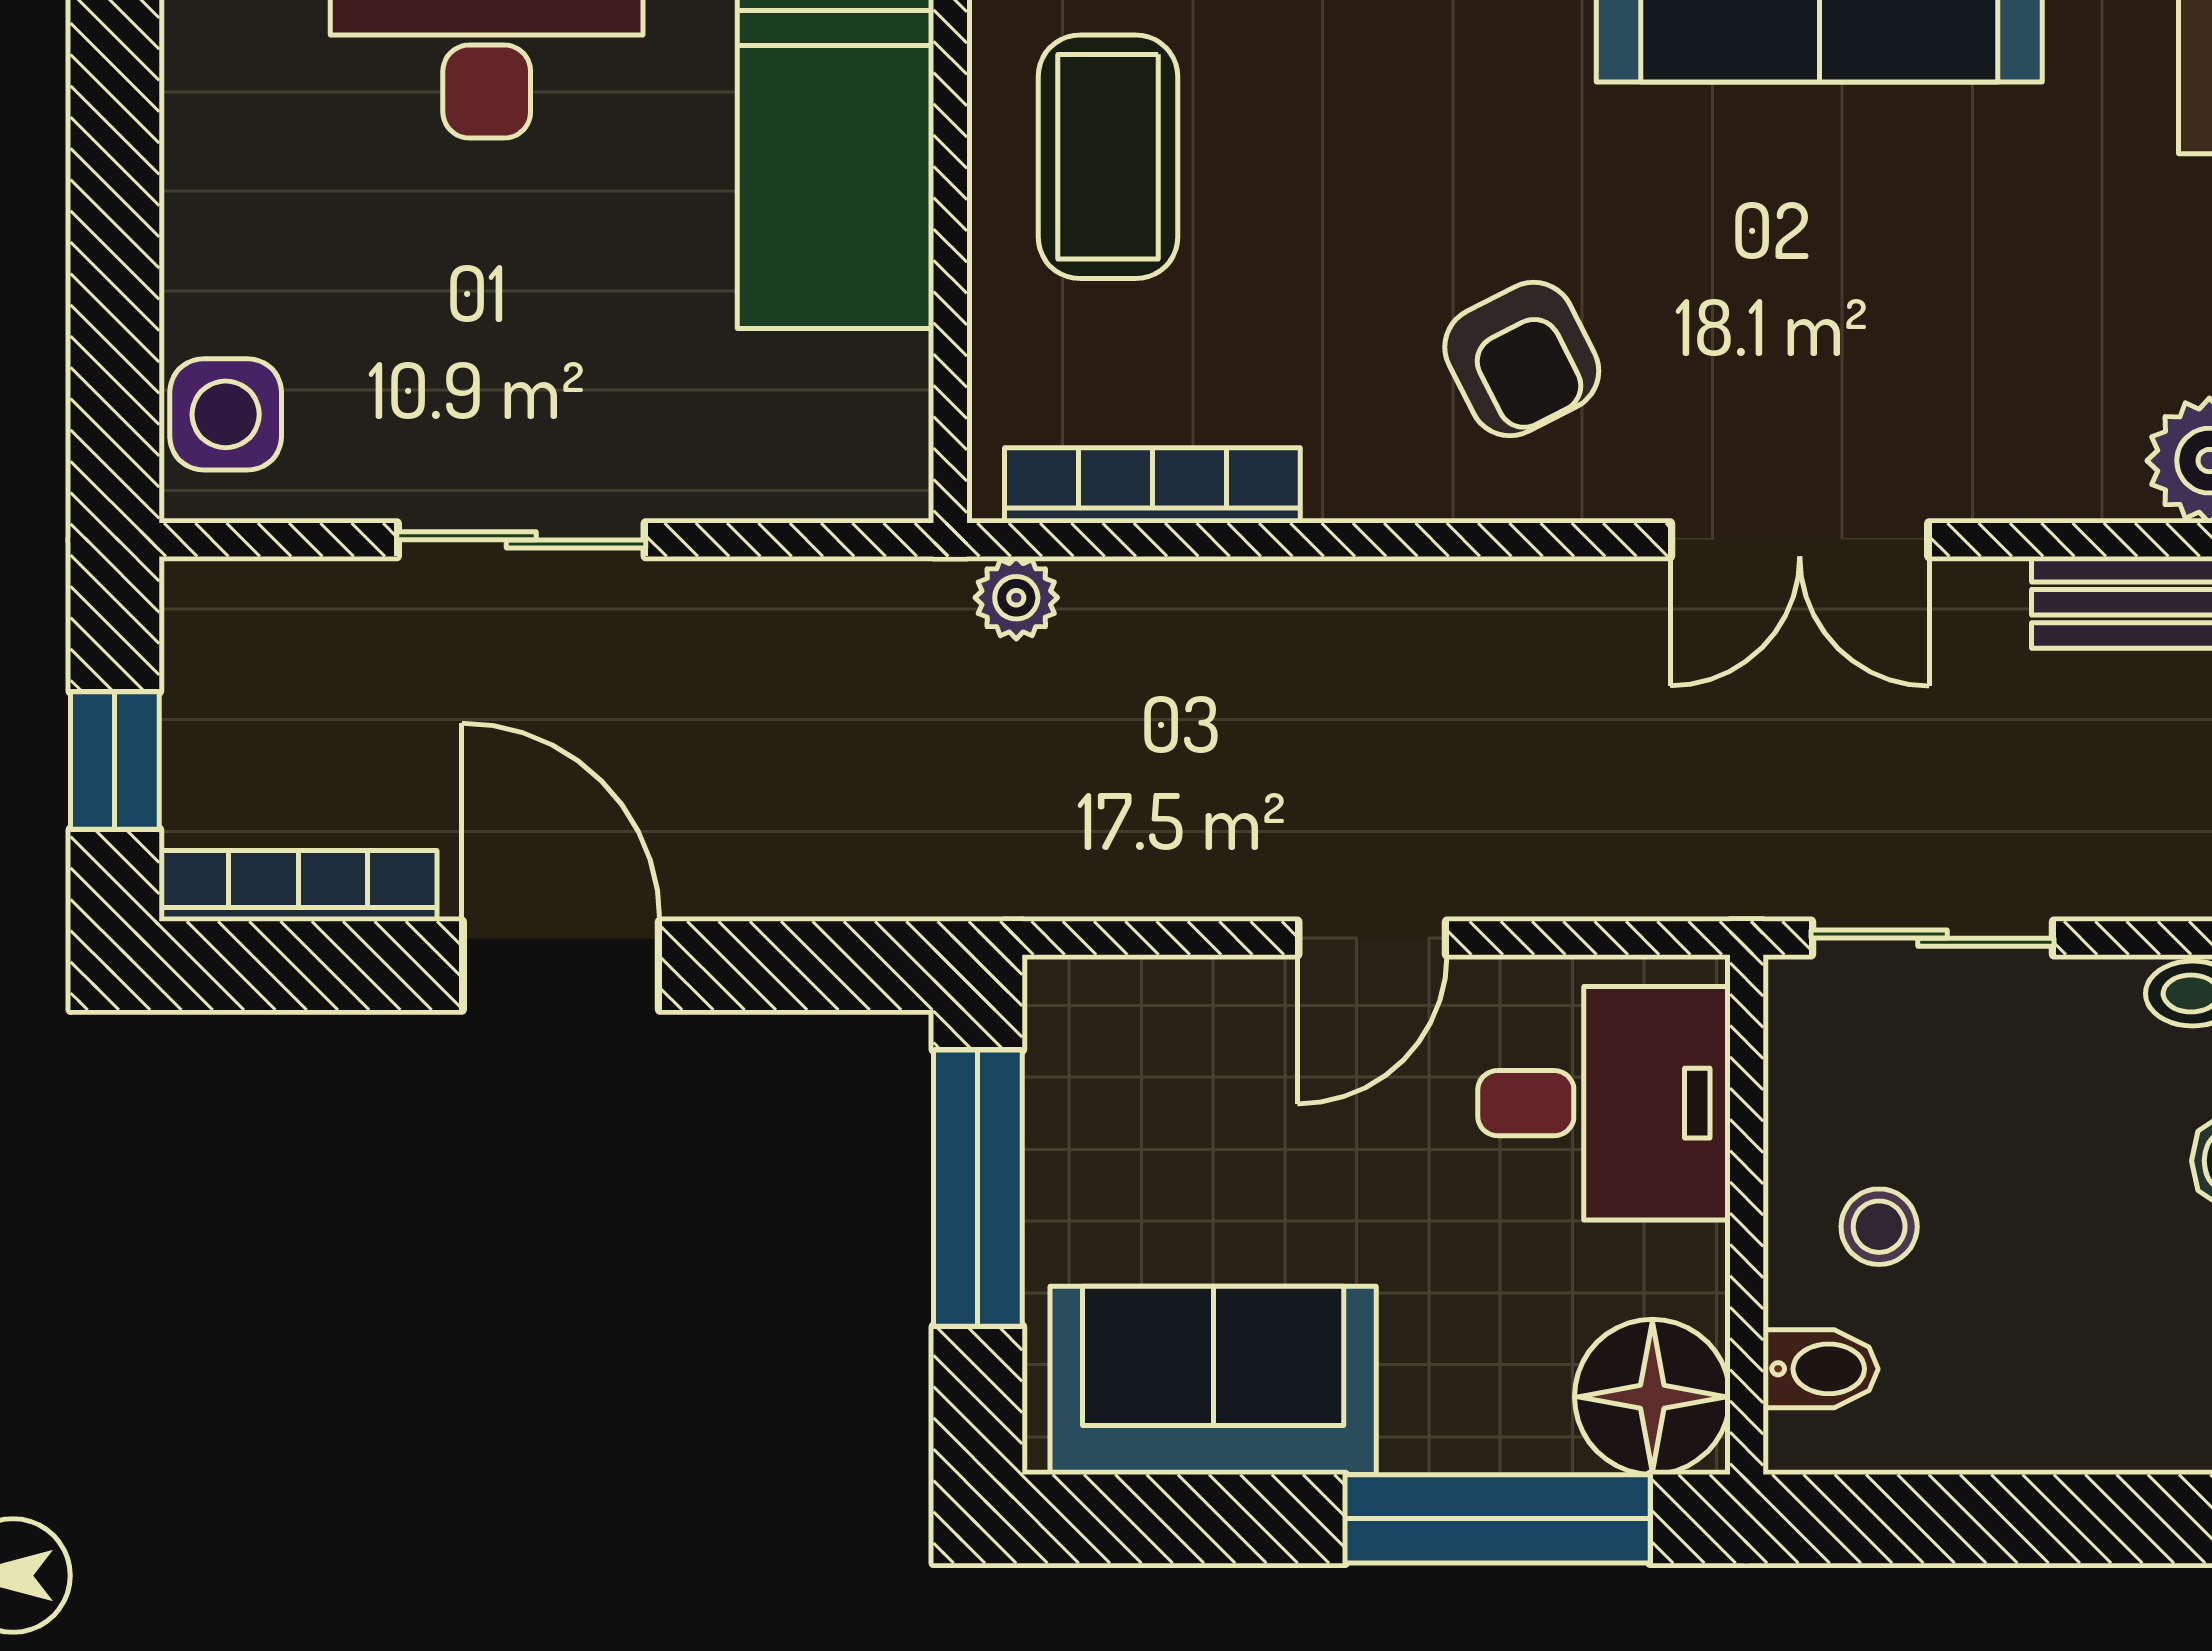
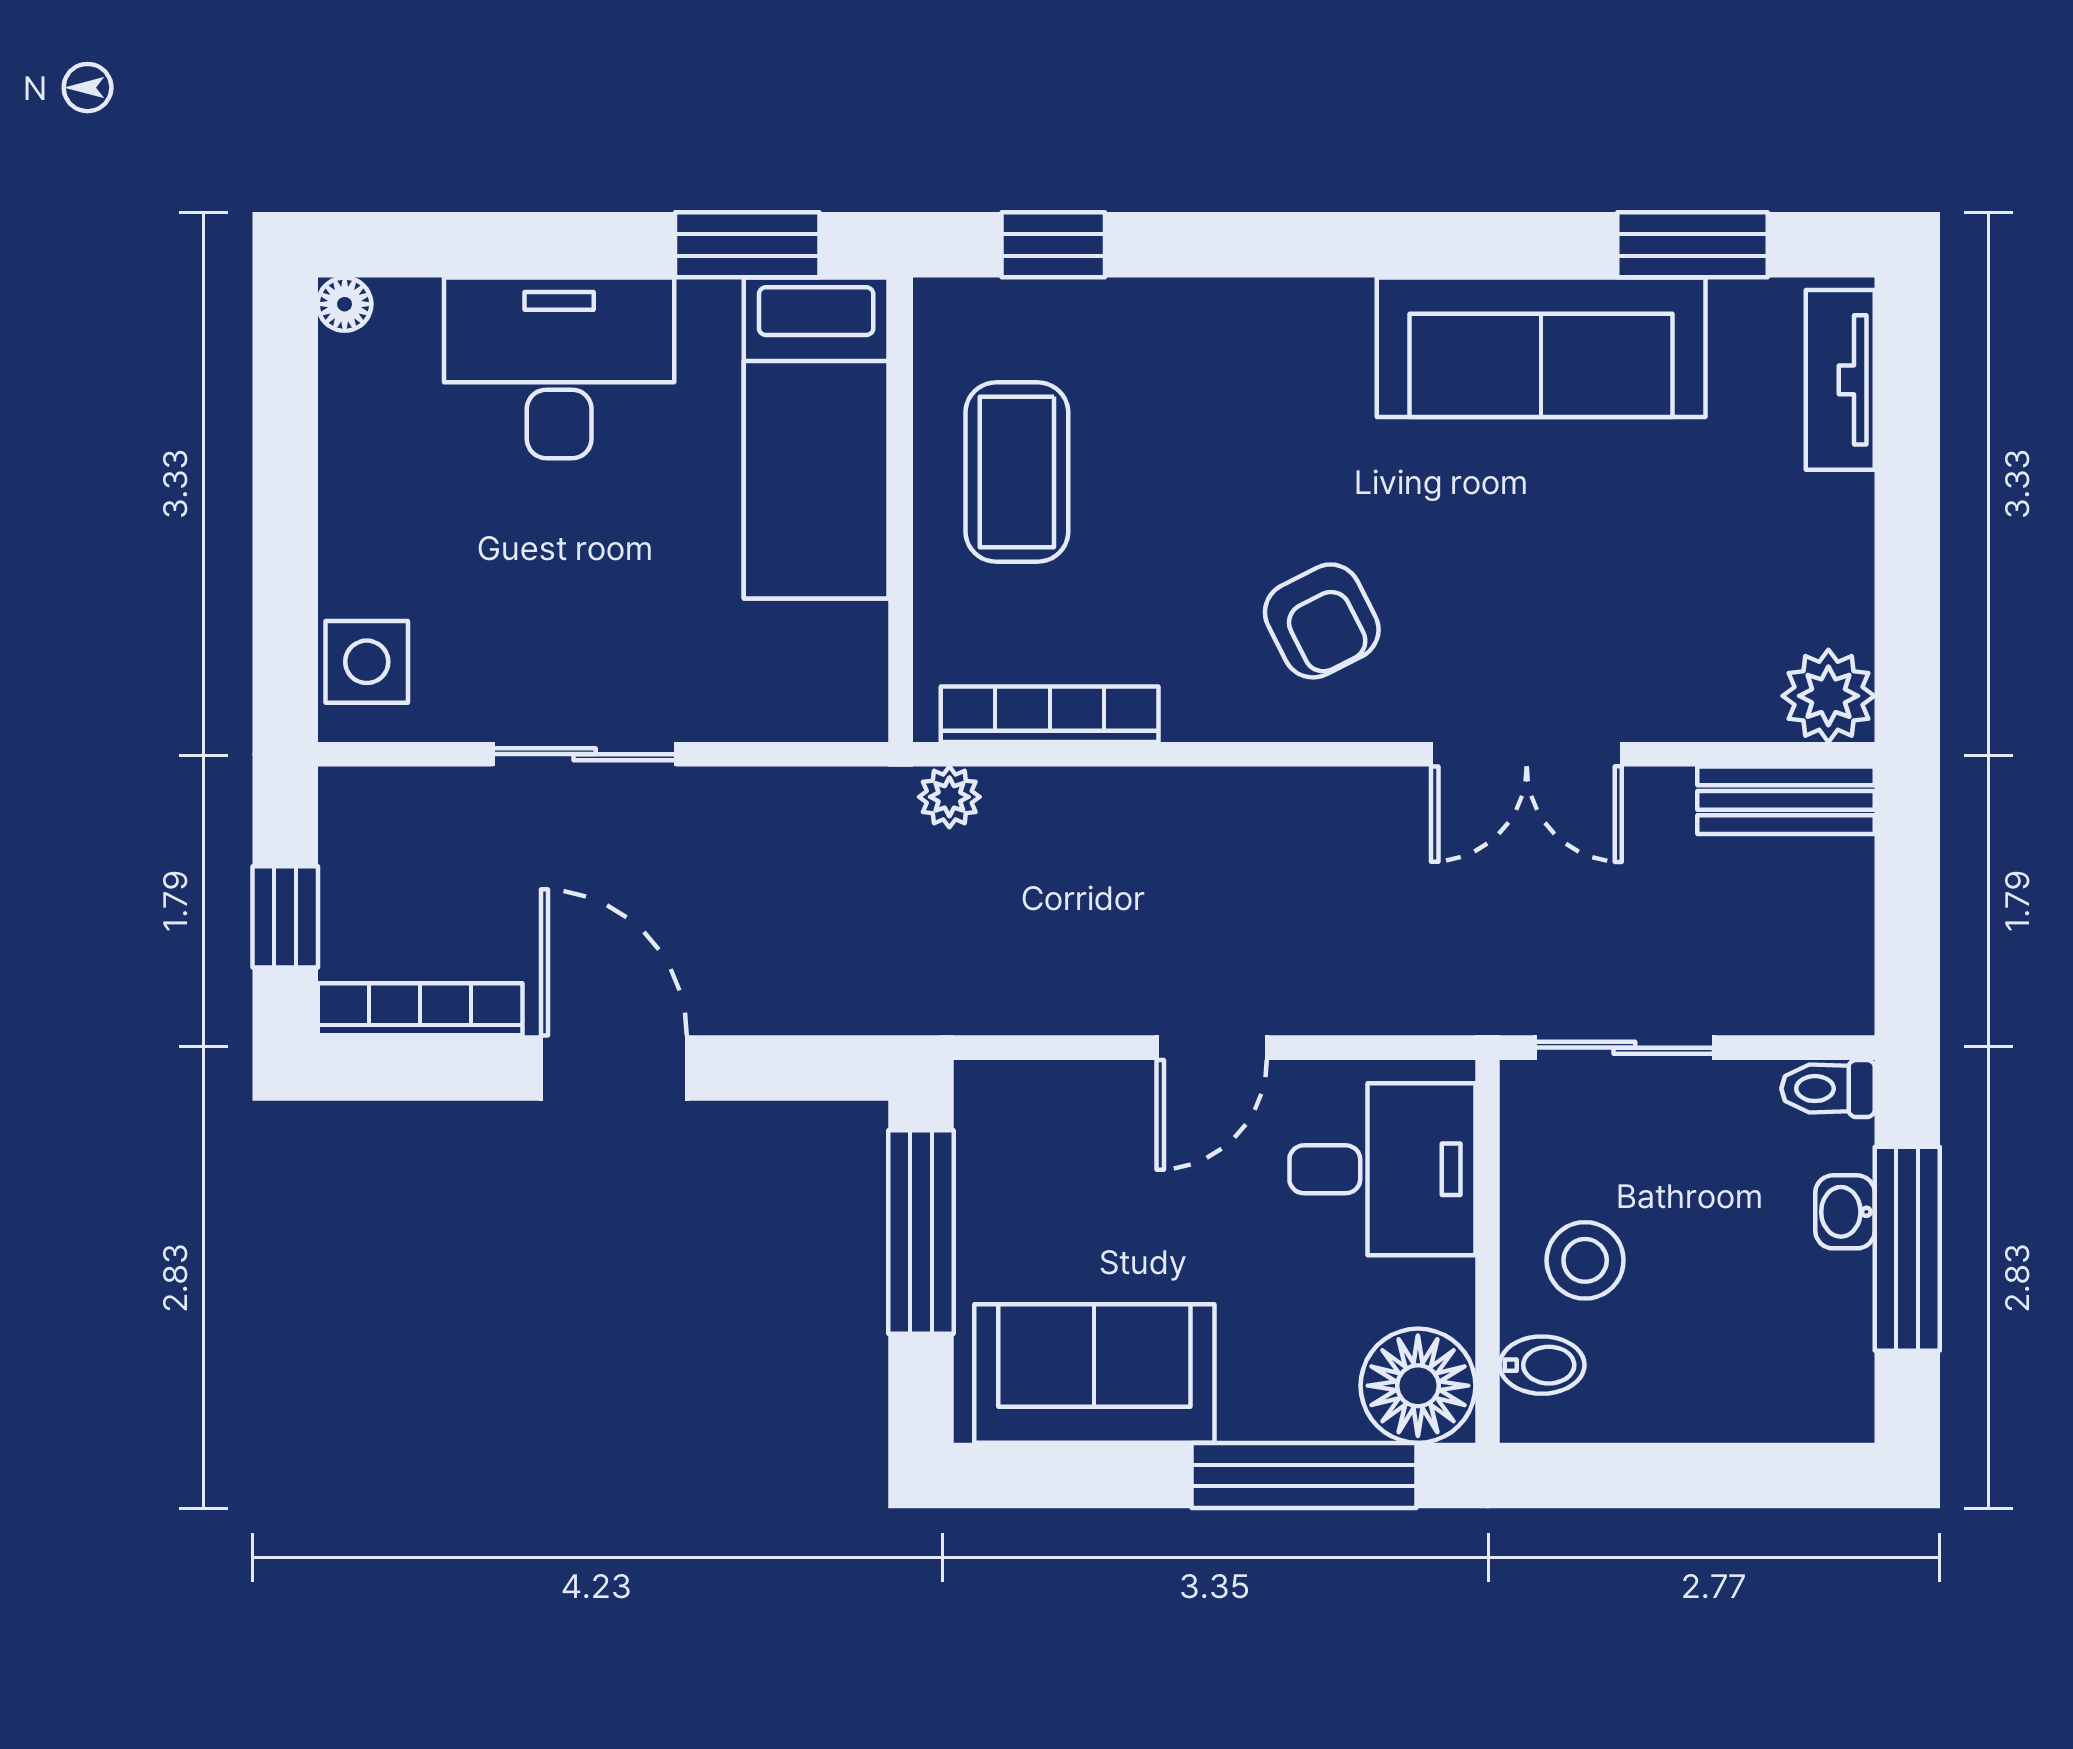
stool: (1879, 1227) -> (1585, 1260), width x1.37, depth x1.37

